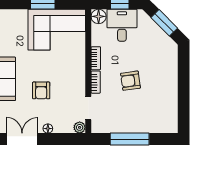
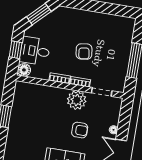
corner sofa: (57, 30) -> (29, 108), removed
plant: (80, 127) -> (77, 100), moved, width x1.88, depth x1.88

